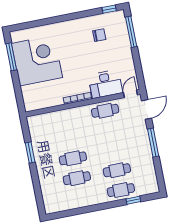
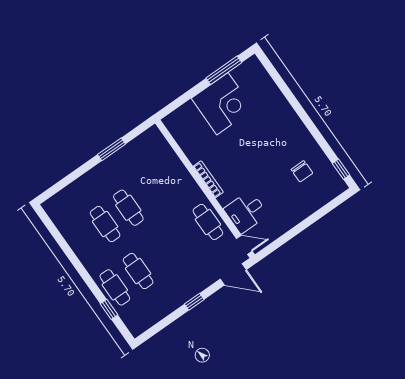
window: (131, 32) -> (324, 210), removed
corner desk: (37, 60) -> (222, 104), width x0.74, depth x0.74
desk: (105, 84) -> (246, 212), width x0.73
window: (153, 143) -> (194, 302), width x0.46

